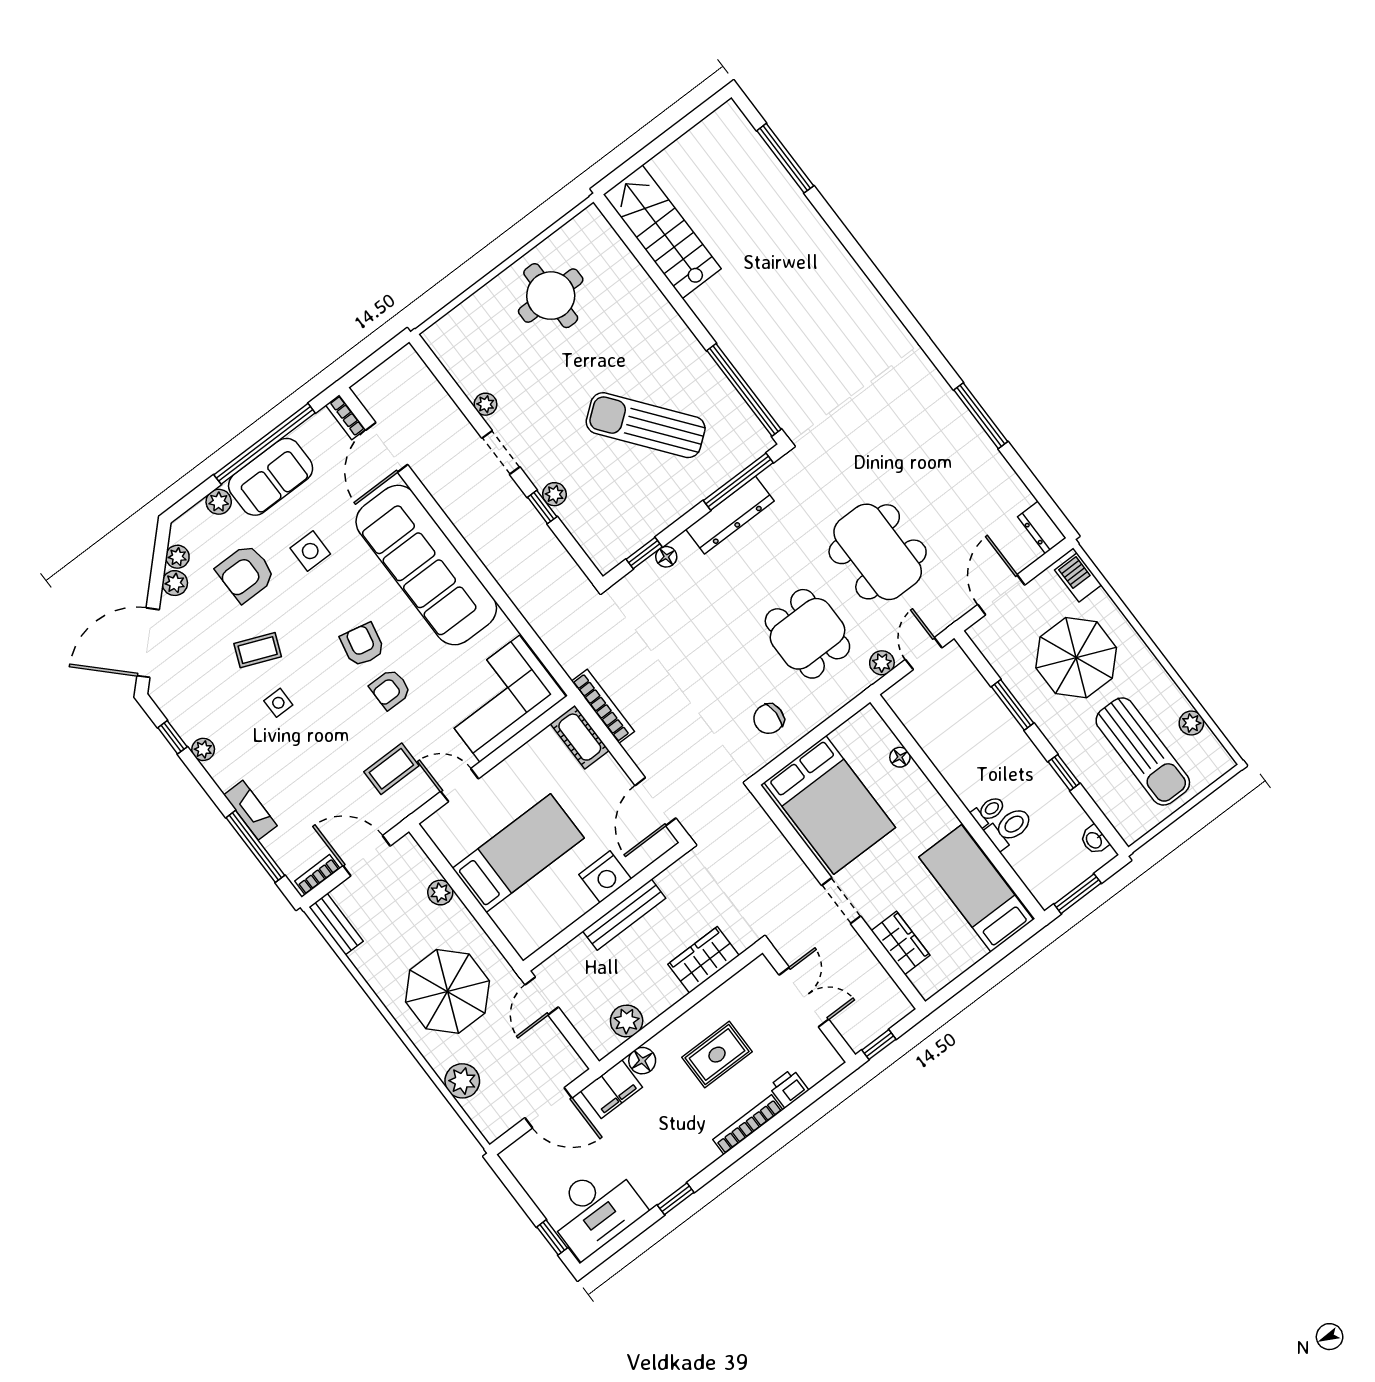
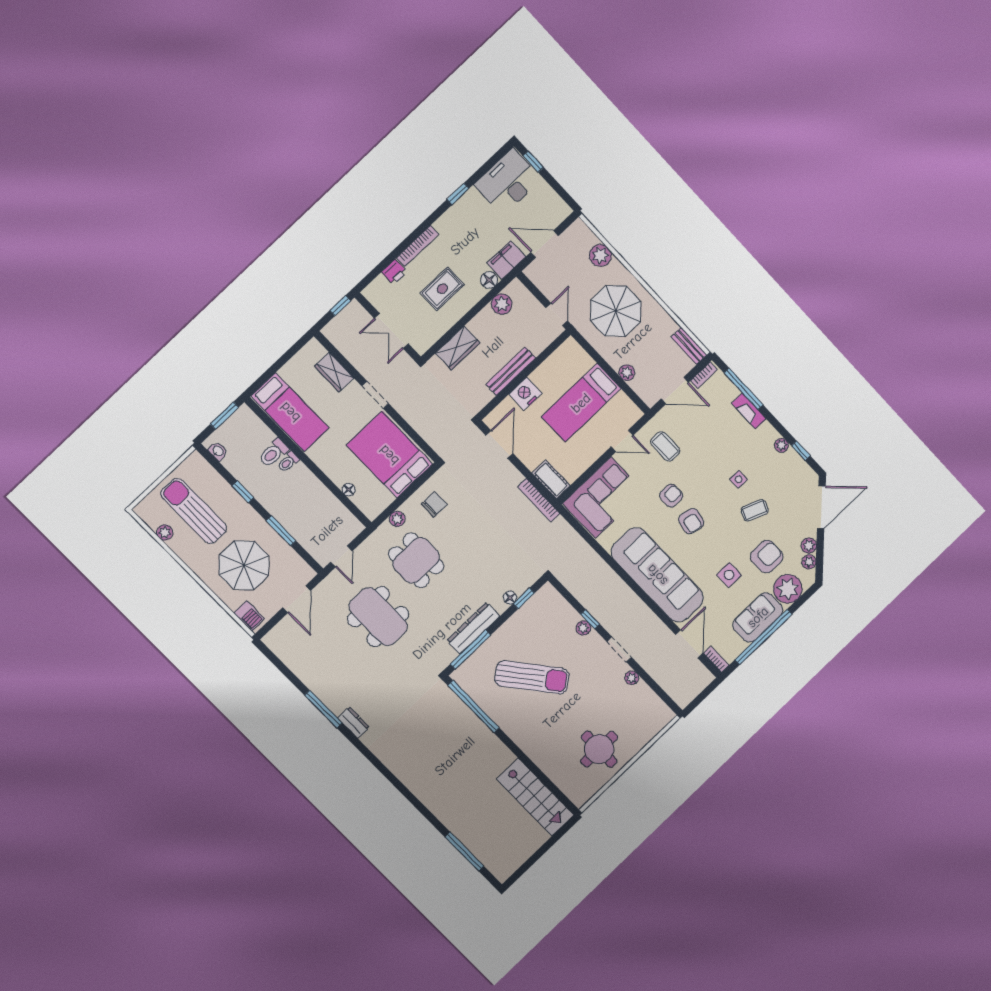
plant: (219, 502) -> (788, 589), width x1.88, depth x1.88
dresser: (1042, 528) -> (354, 723), moved
plant: (882, 663) -> (397, 519), moved
coffee table: (391, 769) -> (665, 446), turned 90

